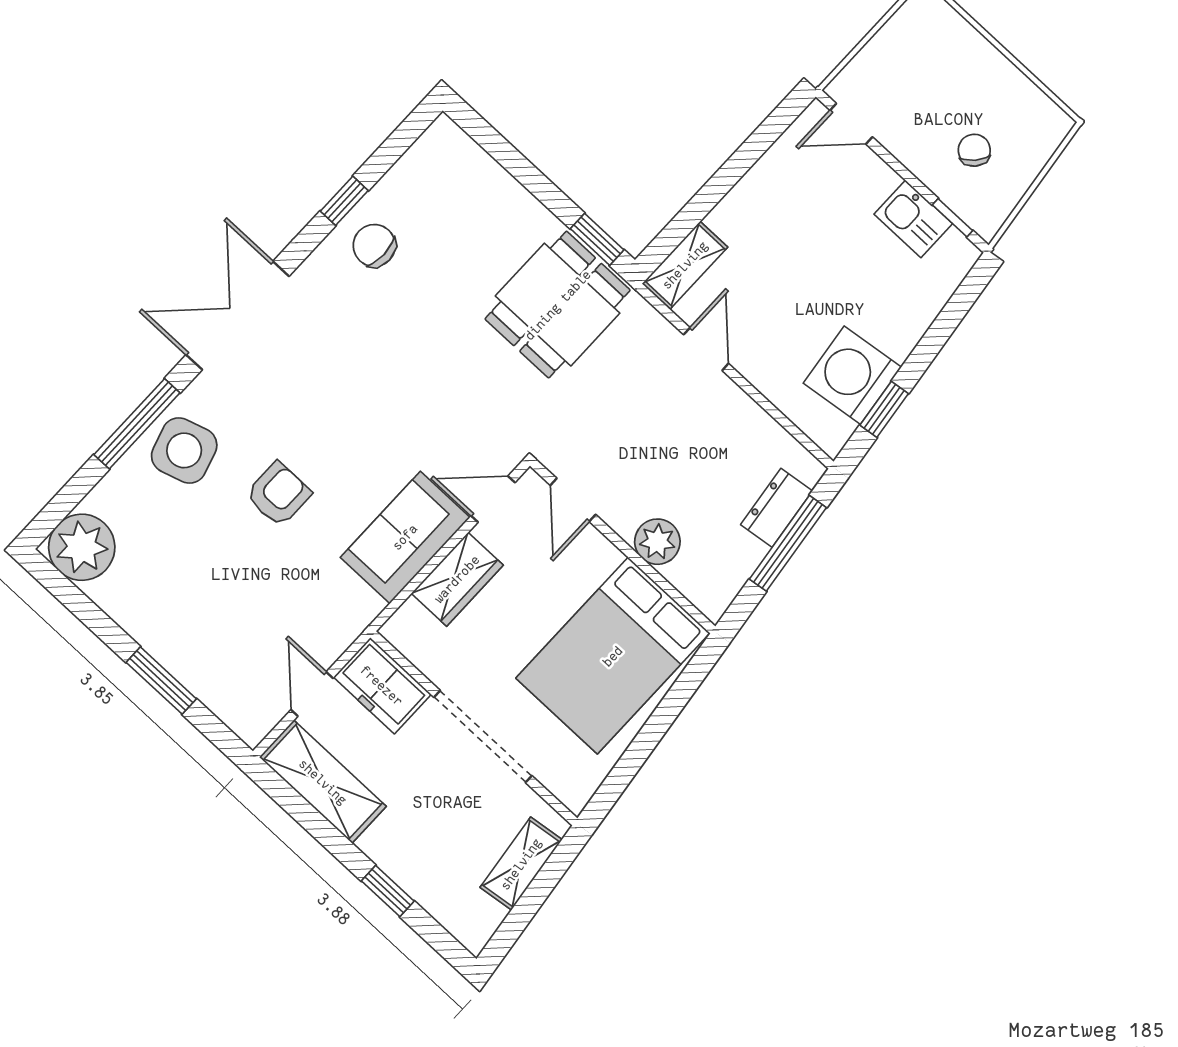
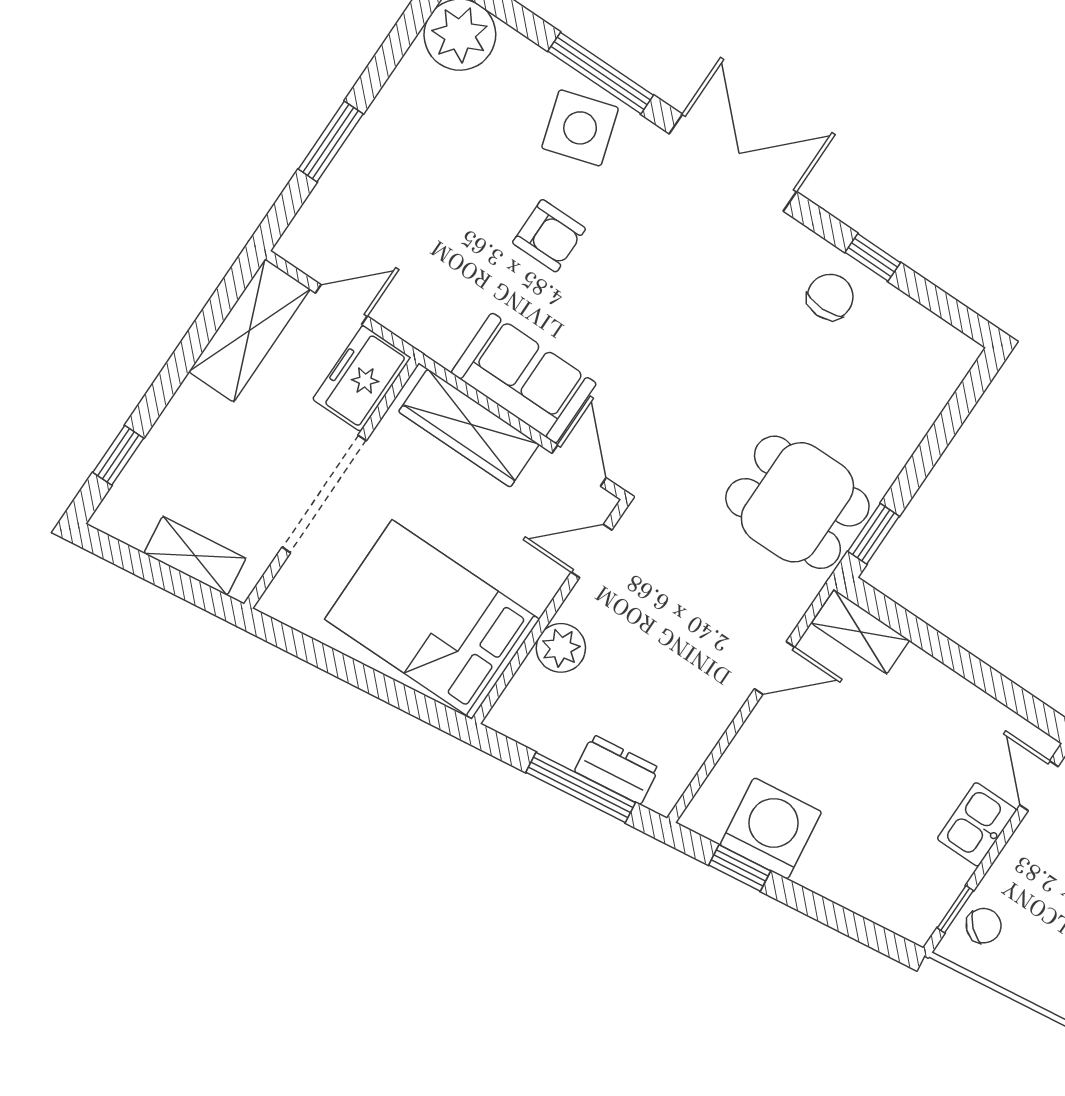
chair: (974, 150) -> (984, 926), moved
kitchen sink: (913, 219) -> (977, 824), moved
wardrobe: (457, 579) -> (469, 428), width x1.50
window: (388, 891) -> (118, 455), moved

